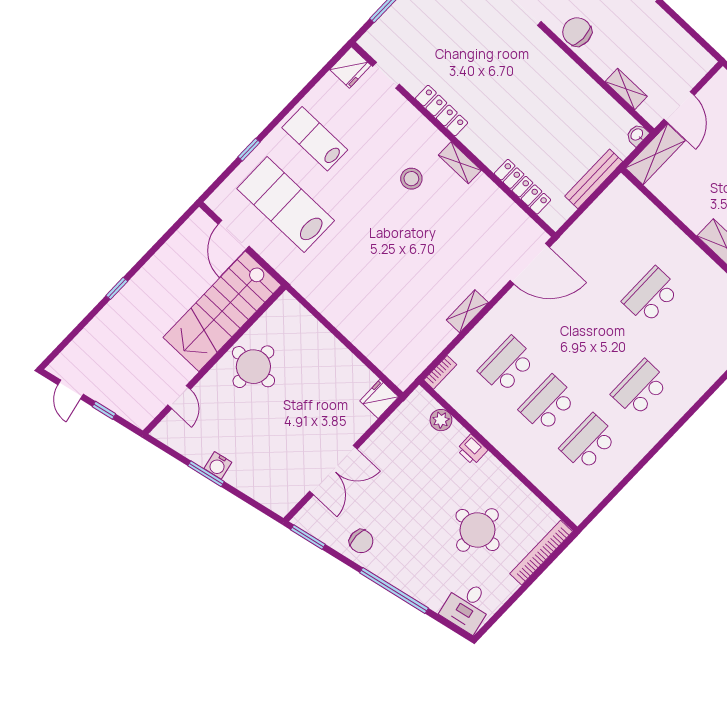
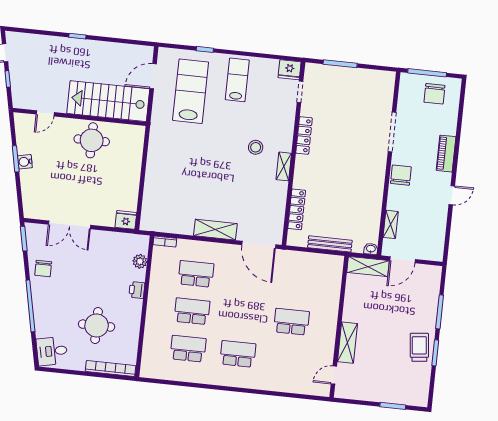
shelving: (467, 311) -> (215, 230), width x1.50, depth x1.33

